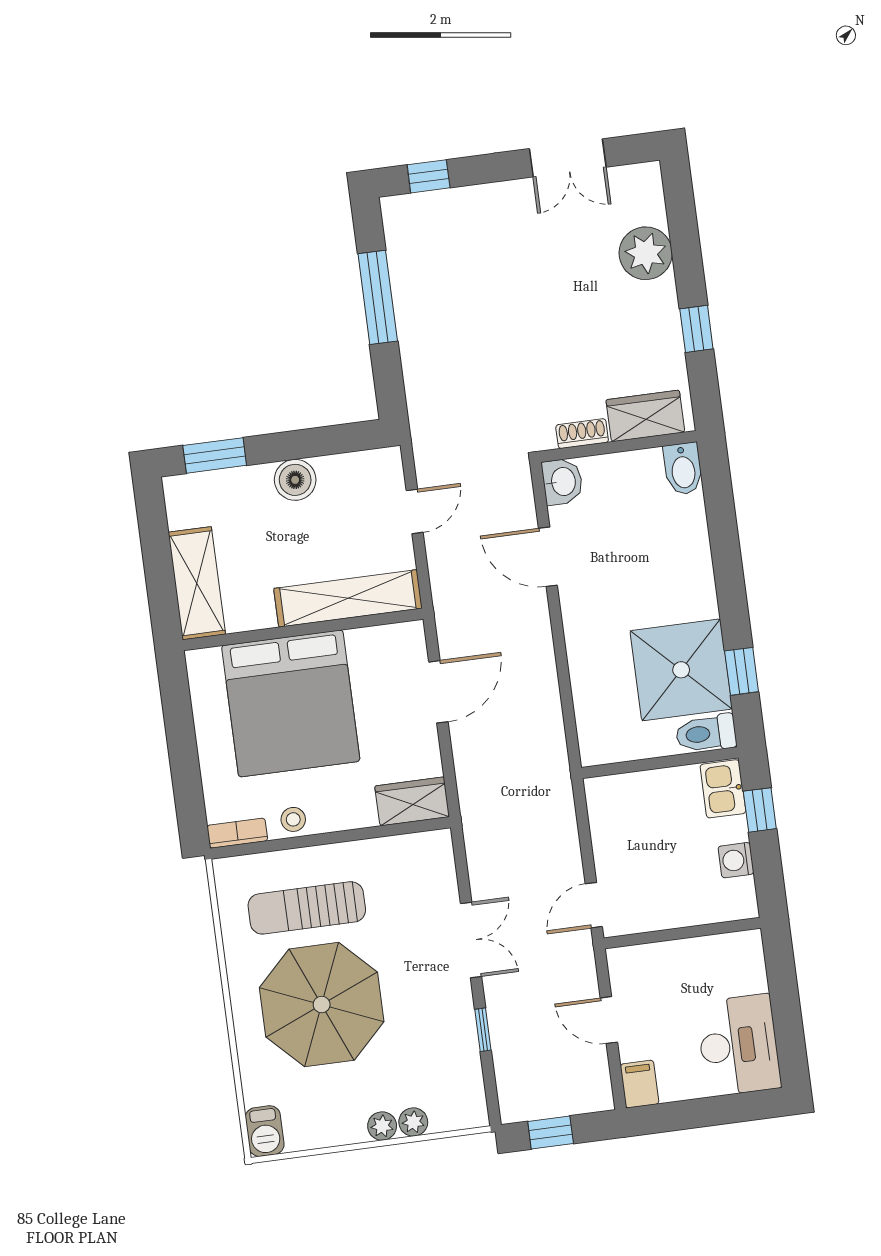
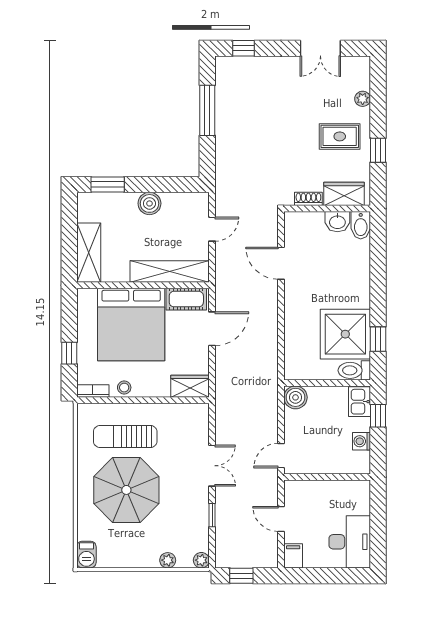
plant: (646, 253) -> (363, 99), width x0.53, depth x0.53
rug: (624, 313) -> (340, 136), added
washbasin: (562, 482) -> (337, 222), moved, turned 90
cot: (385, 644) -> (186, 299), added
window: (185, 770) -> (69, 353), added
boiler: (606, 796) -> (295, 397), added
plant: (382, 1126) -> (201, 560), moved

